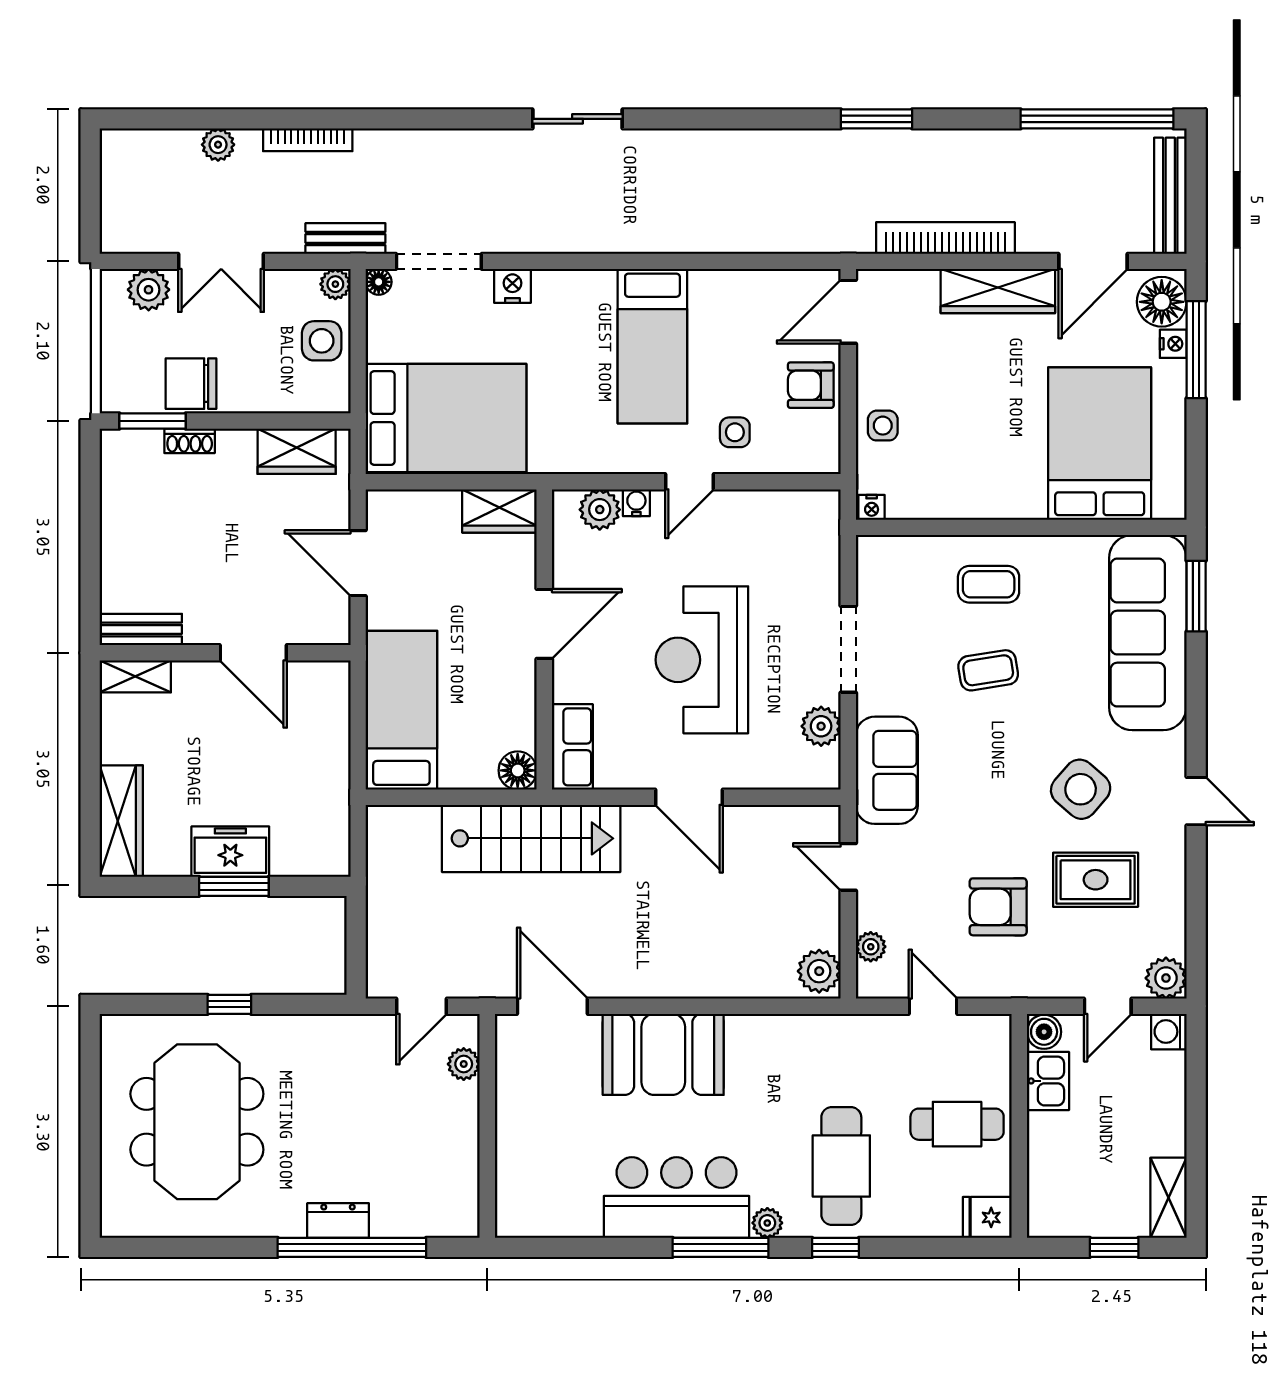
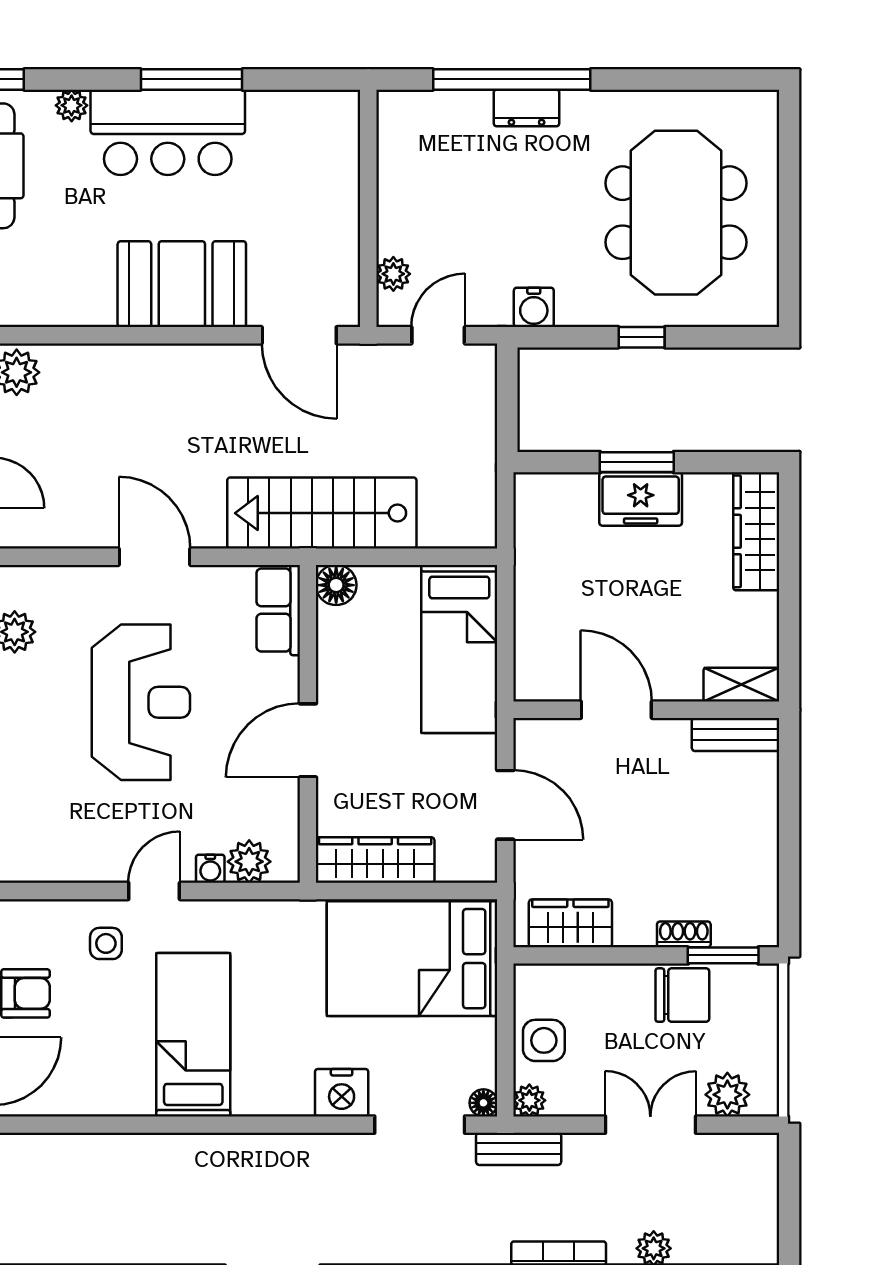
nightstand: (512, 286) -> (342, 1093), width x1.36, depth x1.33
wardrobe: (499, 511) -> (375, 860), width x1.50
water cooler: (331, 1032) -> (534, 307), added
window: (720, 1247) -> (191, 79), moved

